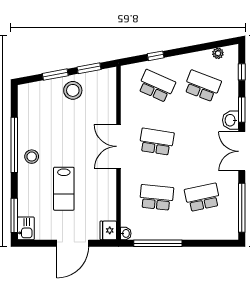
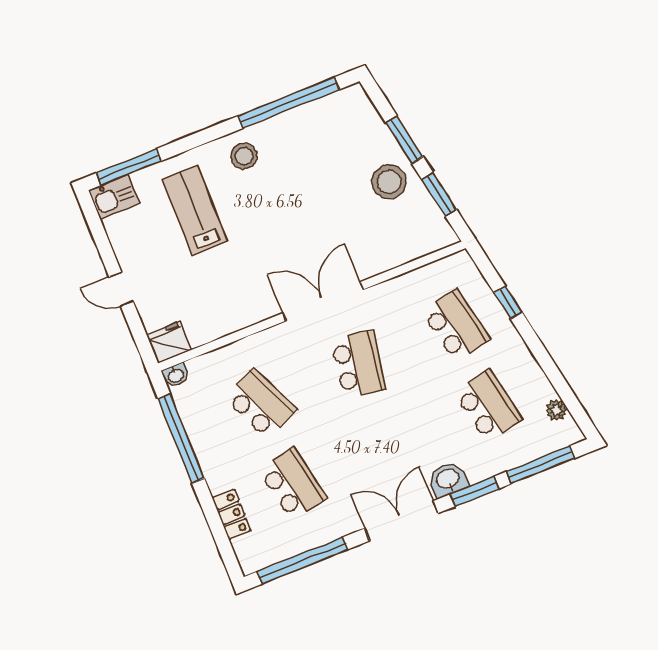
window: (242, 72) -> (540, 465), width x2.17
school desk: (156, 86) -> (456, 325), turned -36
school desk: (202, 86) -> (488, 406), turned -33
window: (14, 145) -> (289, 103), moved
lab bench: (64, 189) -> (195, 210), moved, turned 90
school desk: (156, 197) -> (261, 404), turned -30
locker: (205, 233) -> (231, 514), added
door: (73, 243) -> (121, 289), width x0.53

